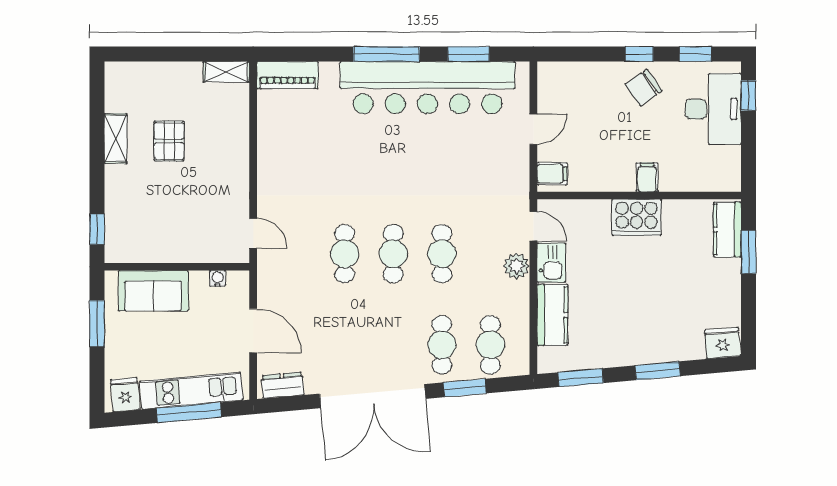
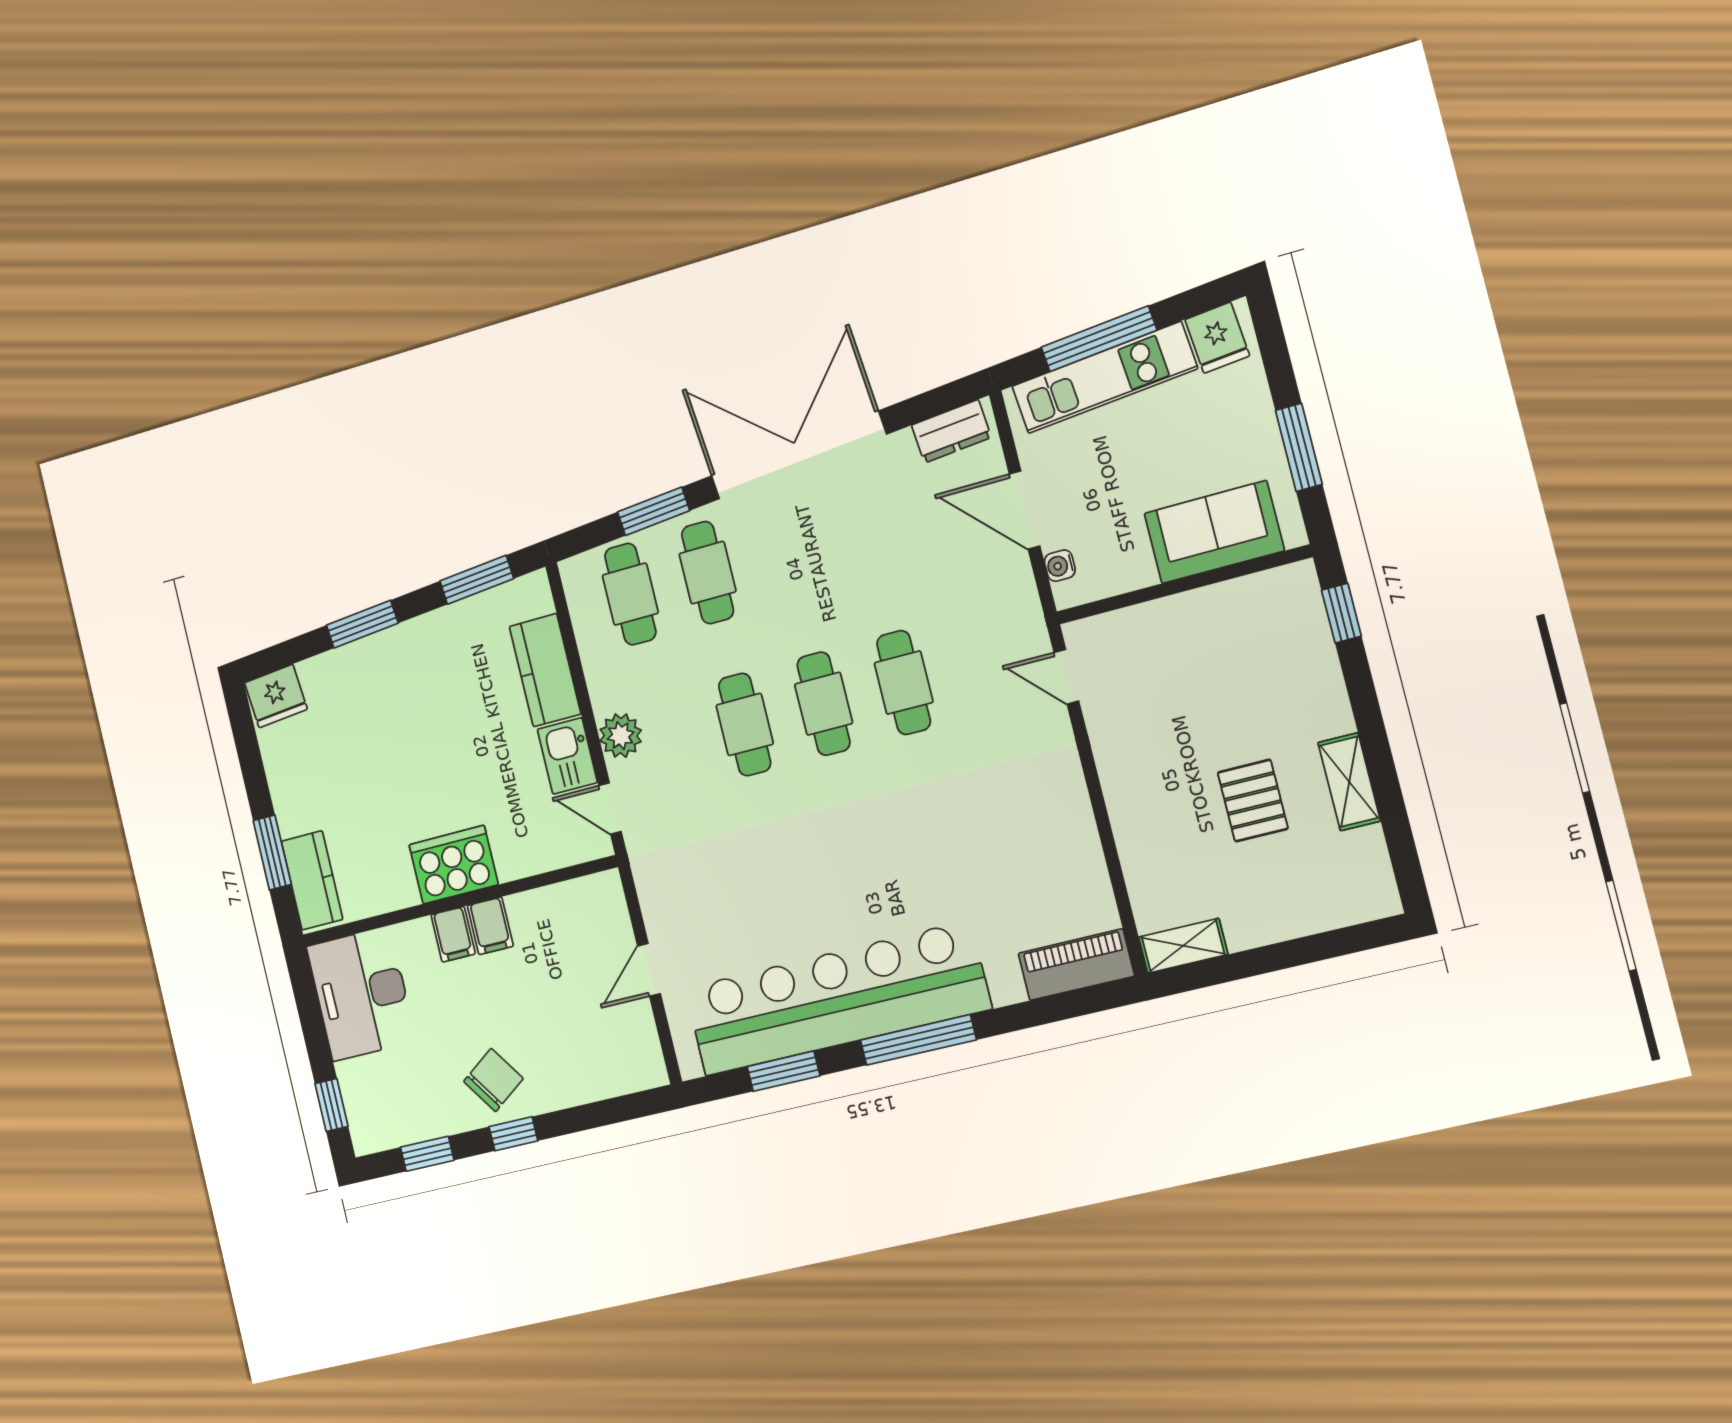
desk: (713, 109) -> (361, 994), moved
filing cabinet: (552, 174) -> (490, 926), moved, turned -90
water cooler: (218, 278) -> (1060, 566), moved, turned 90

